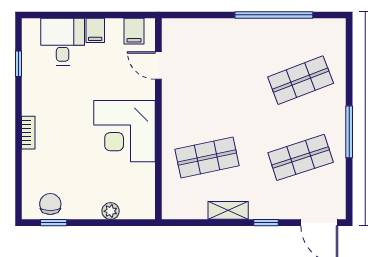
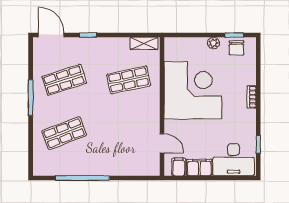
filing cabinet: (95, 30) -> (199, 167), width x2.00
desk: (63, 42) -> (234, 160), width x1.37
corner desk: (125, 131) -> (193, 90), width x1.36, depth x1.36
shelving: (228, 210) -> (144, 43), moved
plant: (111, 211) -> (213, 43), moved

